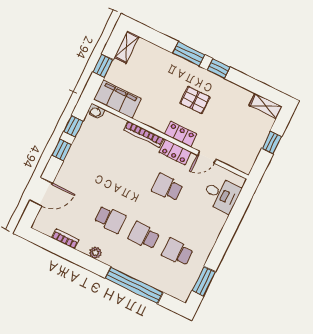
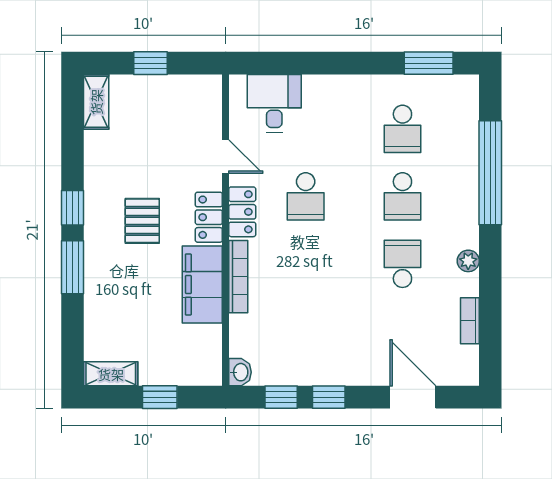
filing cabinet: (117, 99) -> (202, 284), moved

